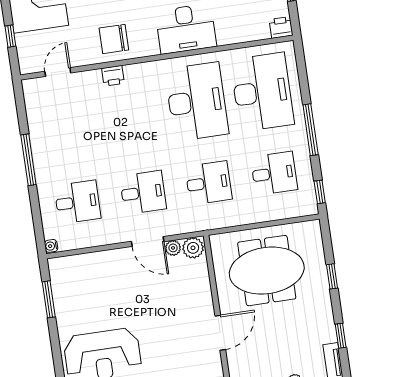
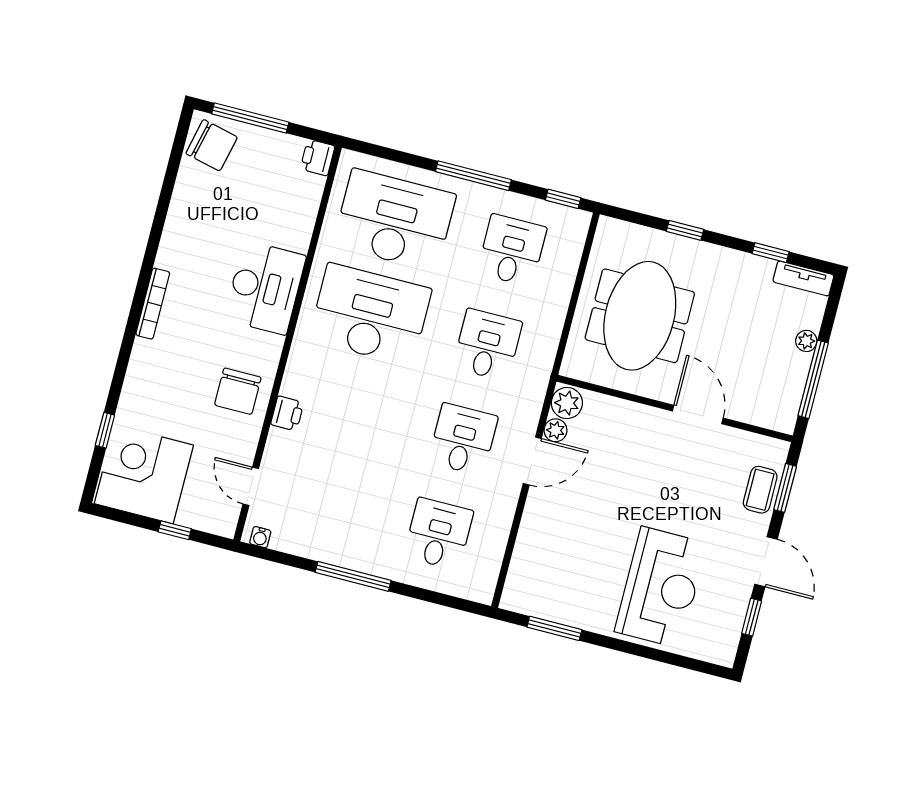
water cooler: (51, 246) -> (260, 537), moved

